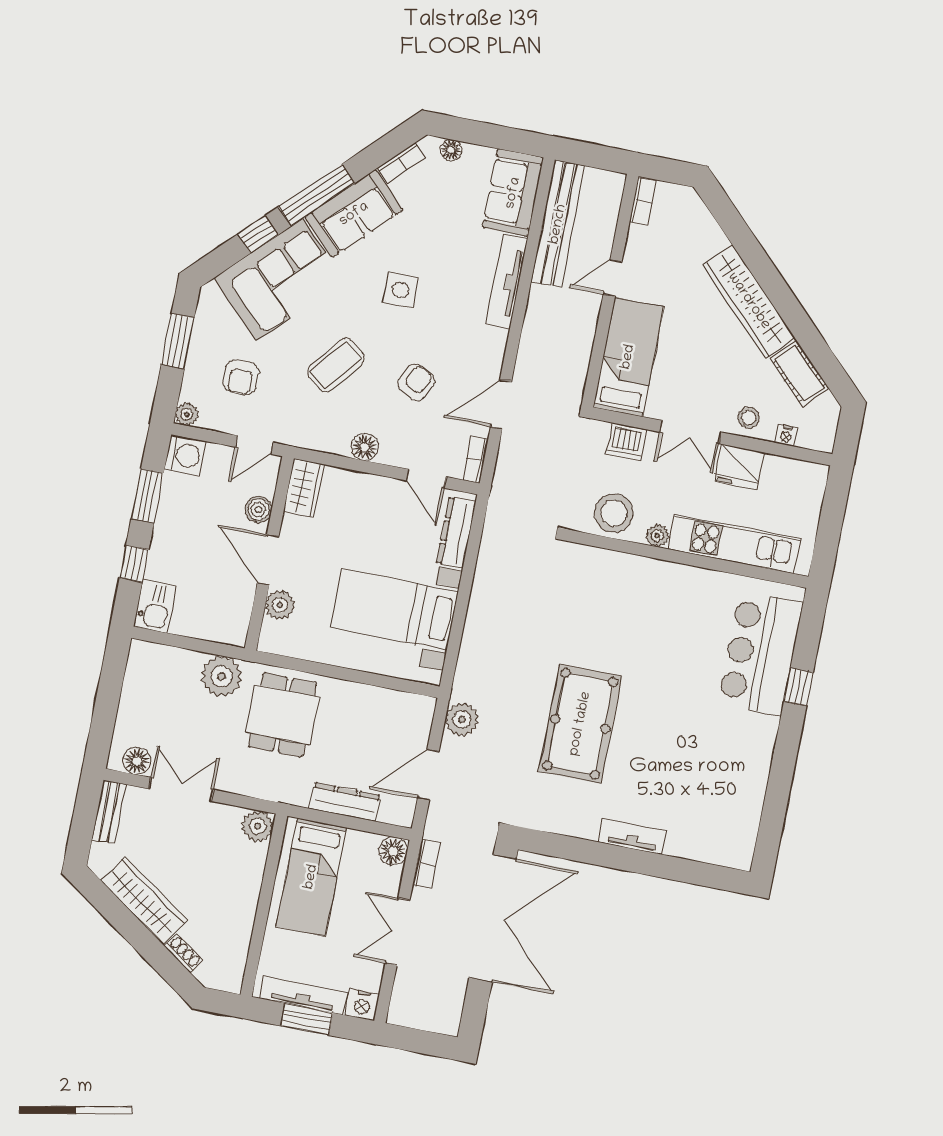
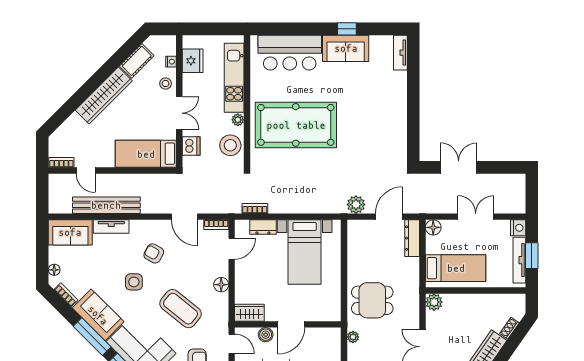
bench: (558, 224) -> (106, 205), moved
door: (613, 278) -> (86, 170), moved
tv unit: (507, 282) -> (111, 226), width x0.71
coffee table: (336, 365) -> (181, 309), width x1.36, depth x1.32
armchair: (416, 383) -> (154, 253), moved
fridge: (739, 467) -> (193, 61), moved
dresser: (456, 533) -> (263, 227), width x0.70
plant: (280, 605) -> (314, 313), removed
plant: (221, 676) -> (353, 337), width x0.53, depth x0.53
window: (798, 687) -> (347, 29), moved
pool table: (580, 724) -> (296, 125), moved, width x1.36, depth x1.32
sofa: (748, 756) -> (346, 48), added
door: (428, 775) -> (389, 217), swing flipped
dresser: (345, 802) -> (412, 238), moved
tv unit: (633, 836) -> (400, 53), moved
bookcase: (426, 864) -> (255, 208), moved
double door: (493, 918) -> (459, 167), width x0.54
double door: (398, 932) -> (476, 217), swing flipped

